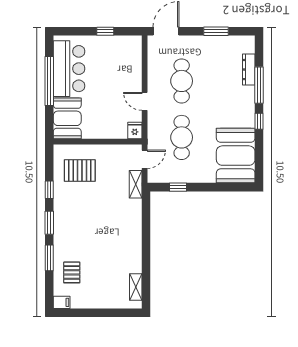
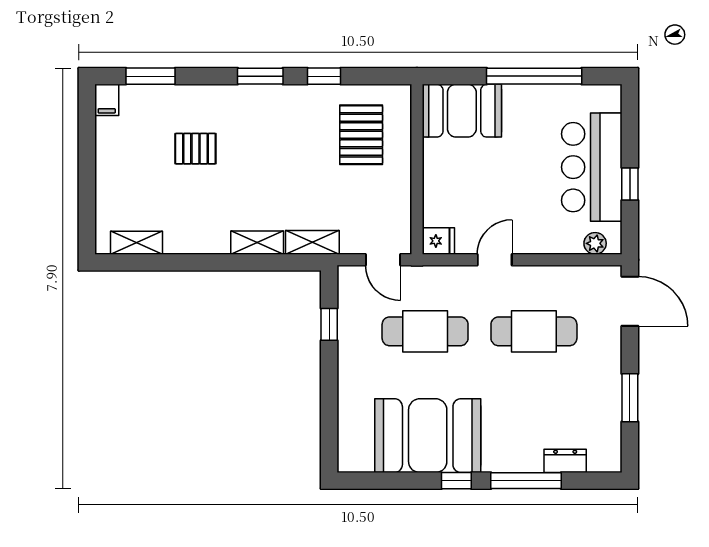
plant: (136, 49) -> (595, 243), added
bar counter: (69, 69) -> (592, 167), moved, turned 90
dresser: (249, 70) -> (565, 461), width x0.70
booth: (236, 156) -> (428, 436), moved
shelving: (136, 184) -> (312, 242), moved
shelving: (136, 224) -> (257, 243), added
window: (49, 258) -> (150, 76), moved
pallet: (72, 272) -> (195, 149), moved

